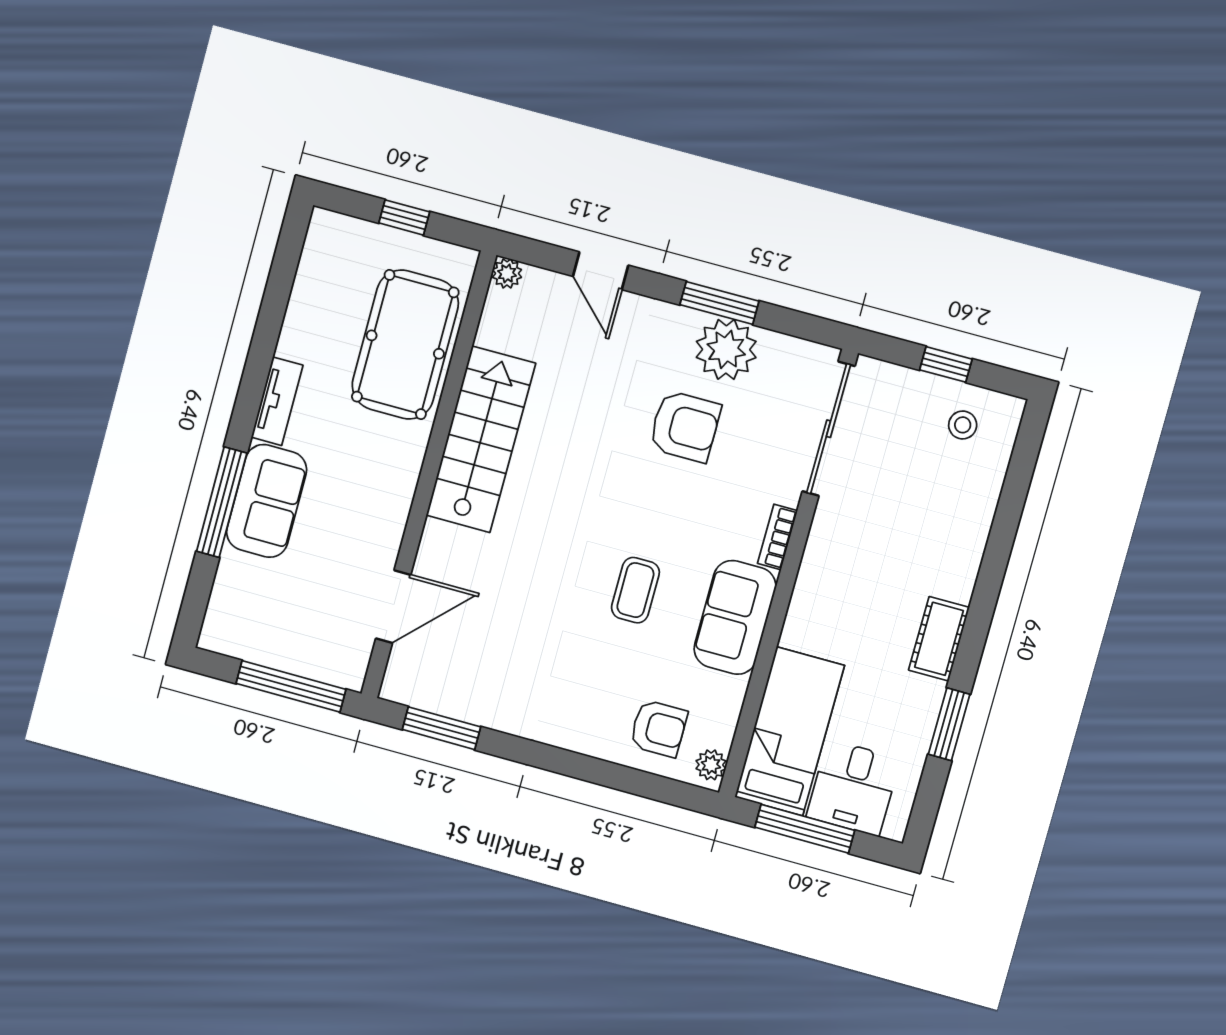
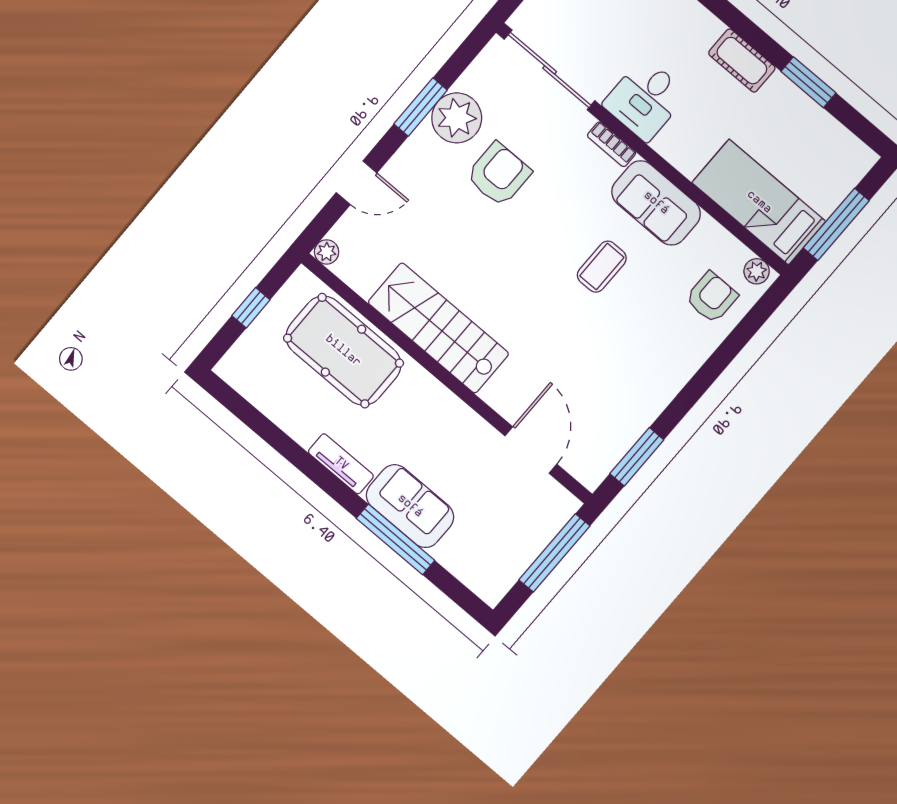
coffee table: (635, 590) -> (602, 267), turned 90
desk: (853, 788) -> (645, 99), moved, turned 90

